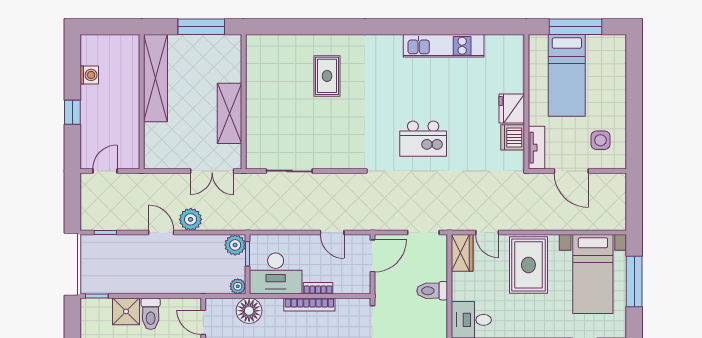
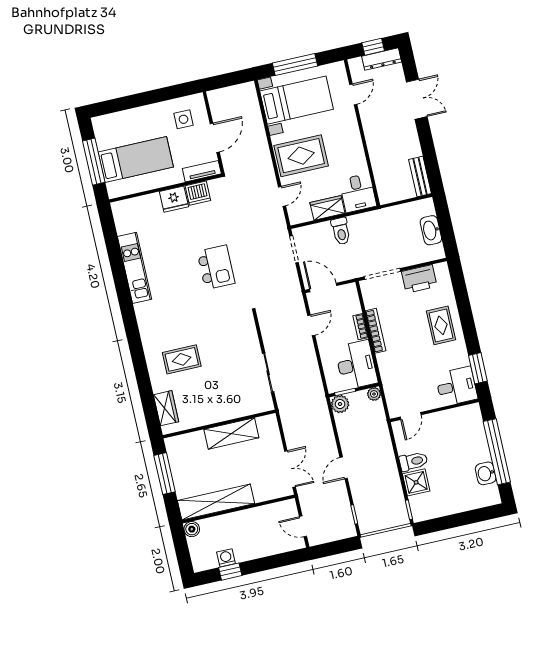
boiler: (131, 43) -> (192, 529), added
wardrobe: (275, 45) -> (166, 408), added
window: (72, 112) -> (230, 572), moved
double door: (212, 171) -> (290, 469), moved
plant: (191, 219) -> (327, 446), removed
wardrobe: (462, 253) -> (327, 208), moved
floor lamp: (249, 311) -> (392, 380), removed

